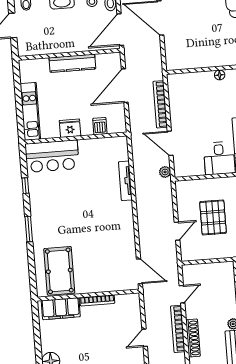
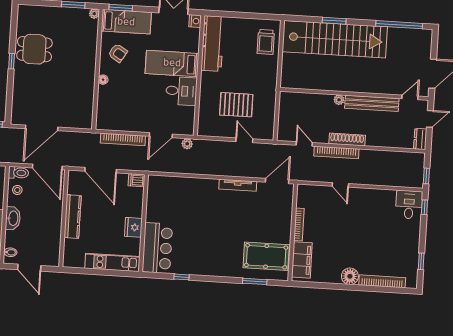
dishwasher: (100, 126) -> (137, 180), moved
tv unit: (125, 181) -> (238, 185), moved
window: (29, 229) -> (255, 281), moved

